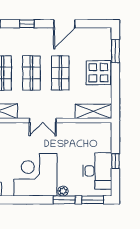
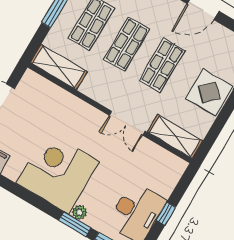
double door: (43, 120) -> (127, 123), moved

